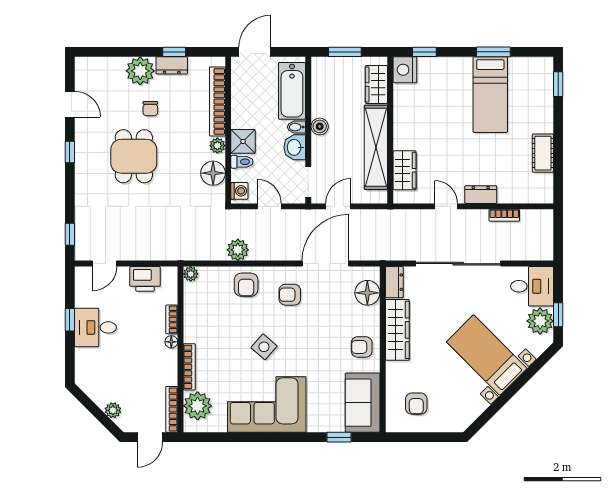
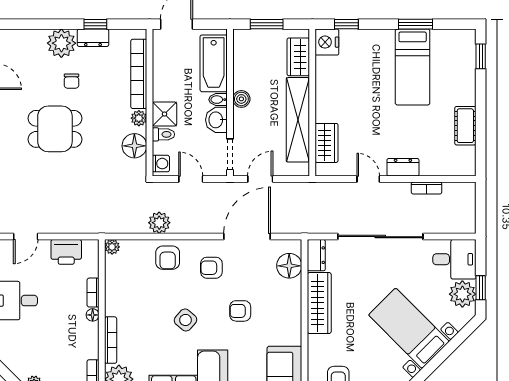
dining table: (134, 156) -> (55, 129), turned 90
armchair: (362, 347) -> (240, 311), moved

